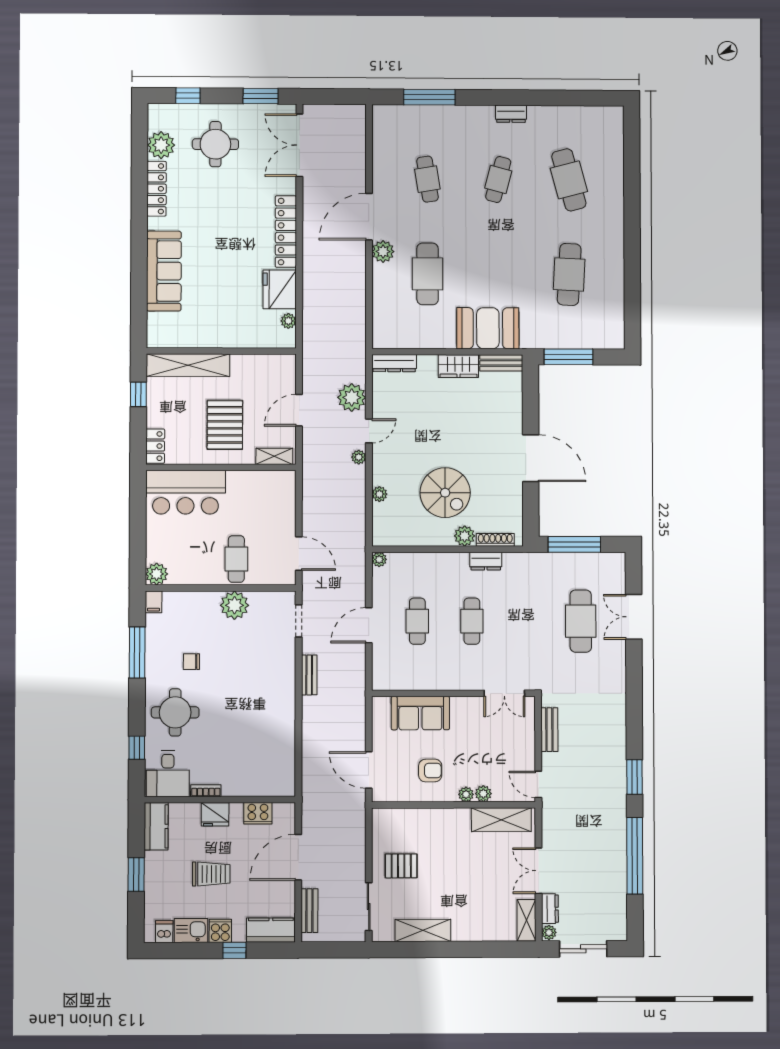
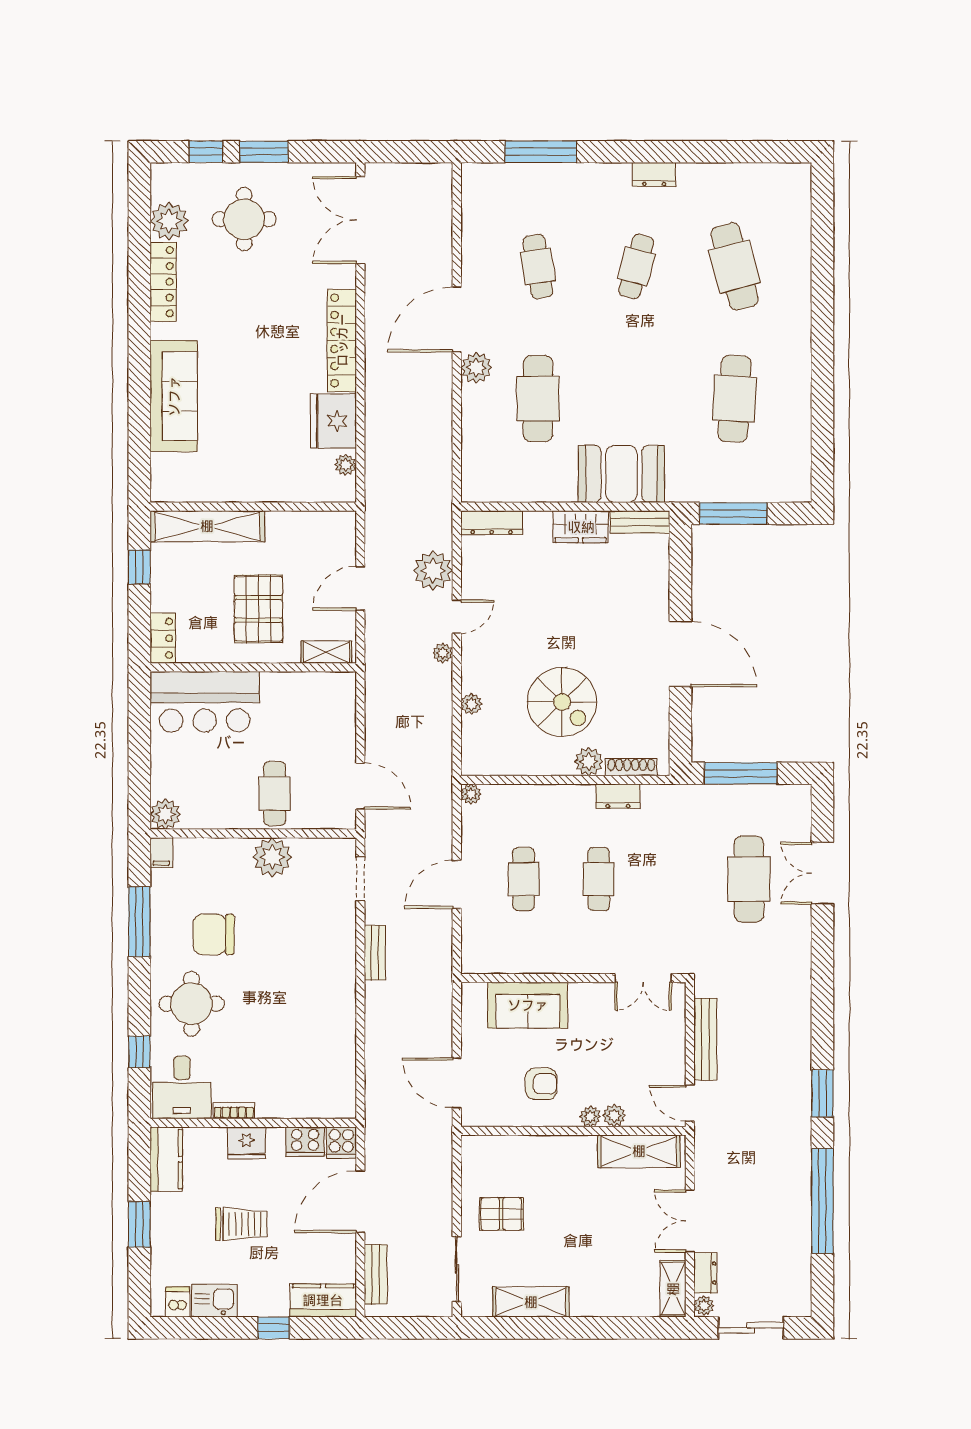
window: (261, 96) -> (264, 152), moved
chair: (191, 662) -> (214, 934), width x1.87, depth x1.87
bench: (549, 730) -> (705, 1039), width x1.36
cooker: (220, 931) -> (341, 1143), moved, turned 180

